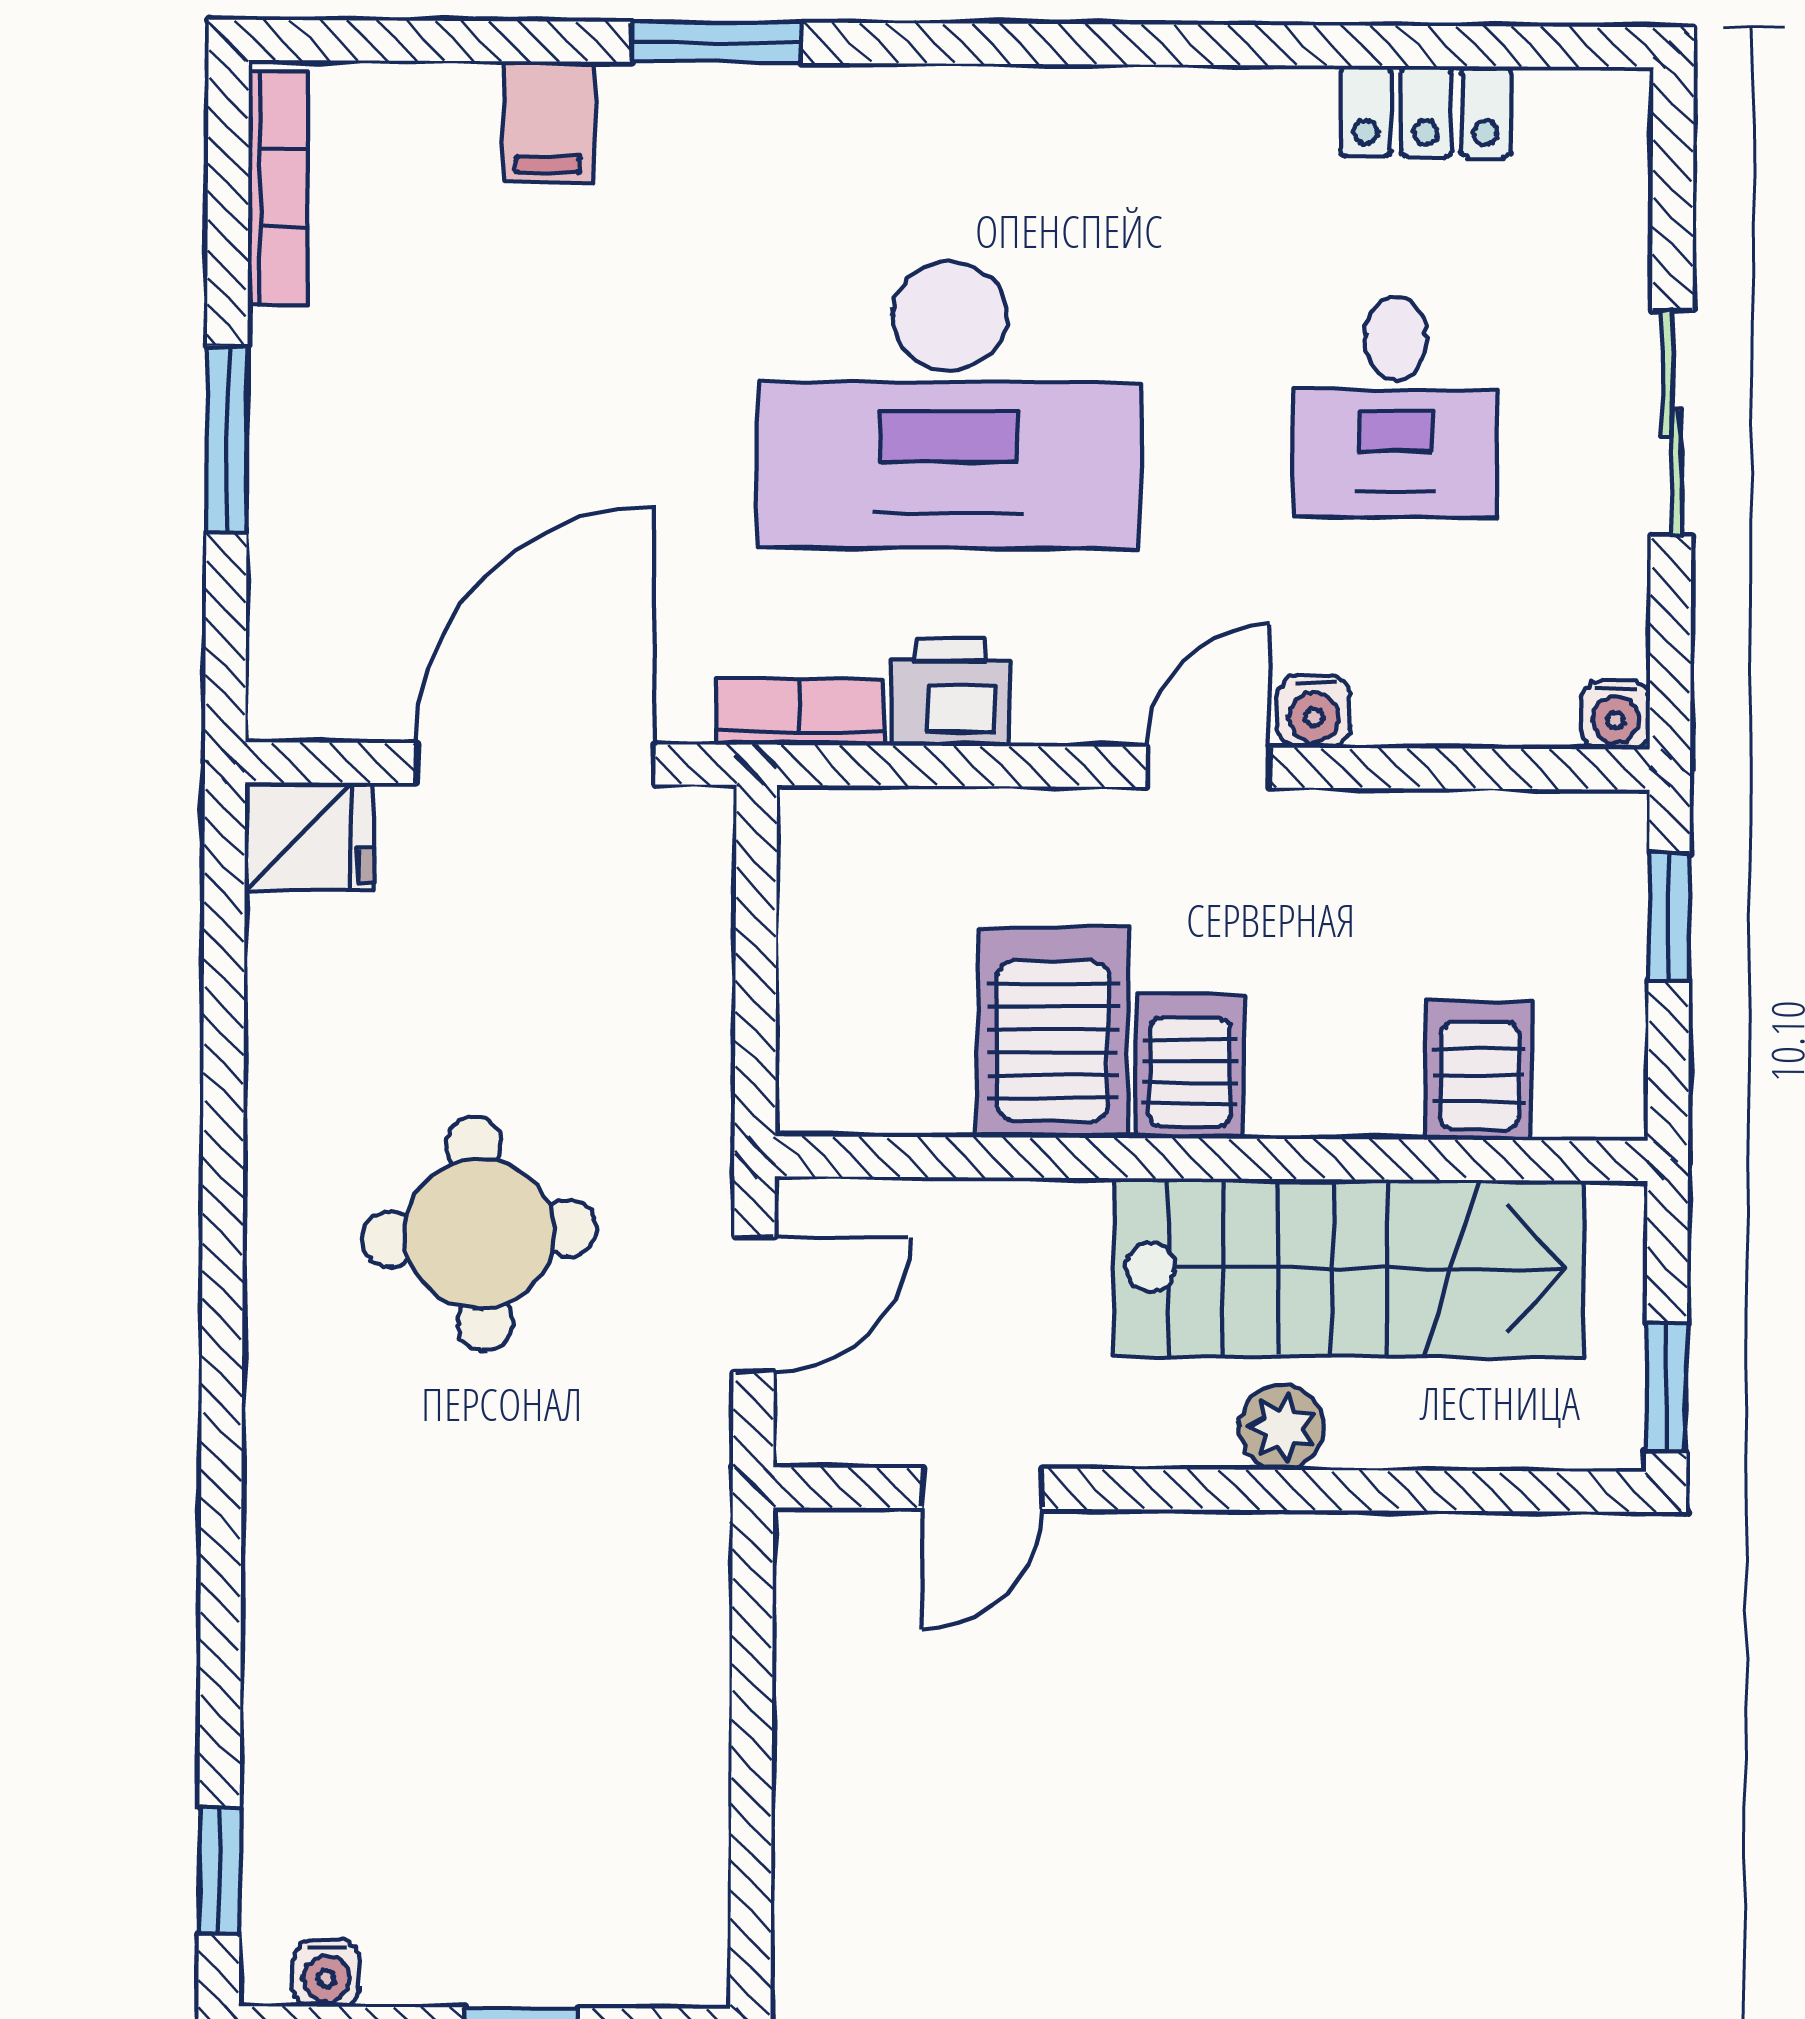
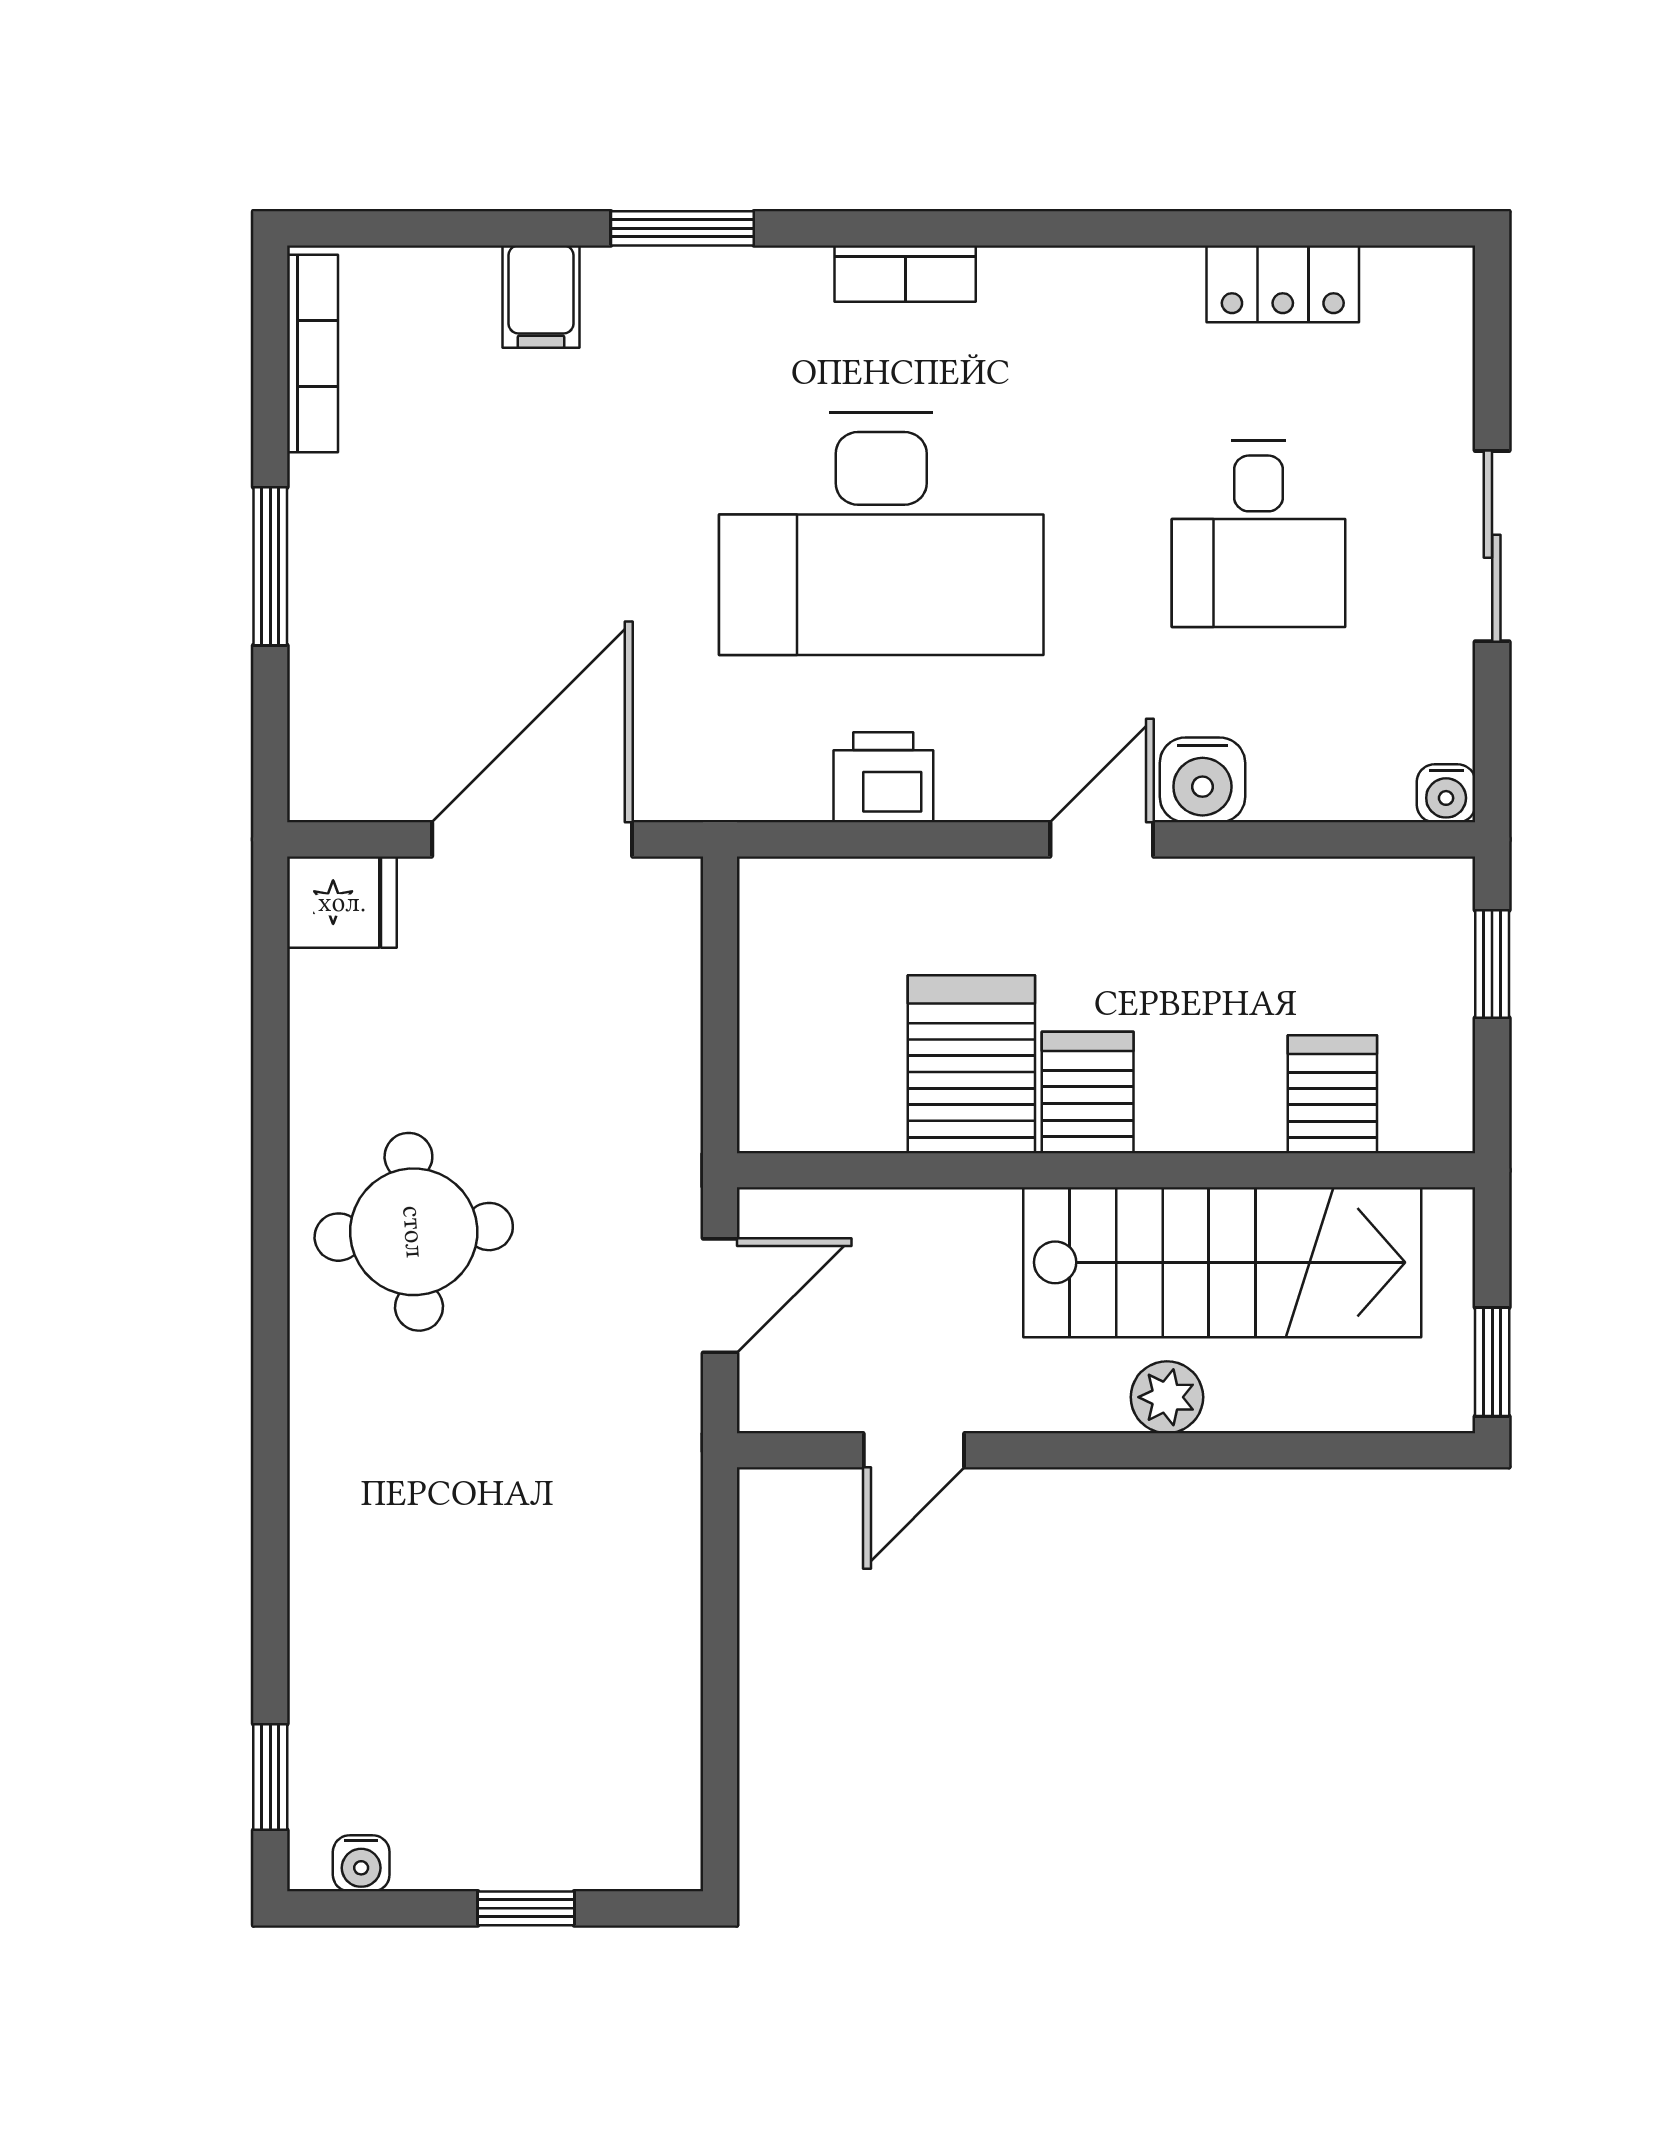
water cooler: (1314, 711) -> (1202, 780), width x1.38, depth x1.38
bookcase: (800, 712) -> (905, 274), moved, turned 180
round table: (479, 1233) -> (414, 1232), moved

